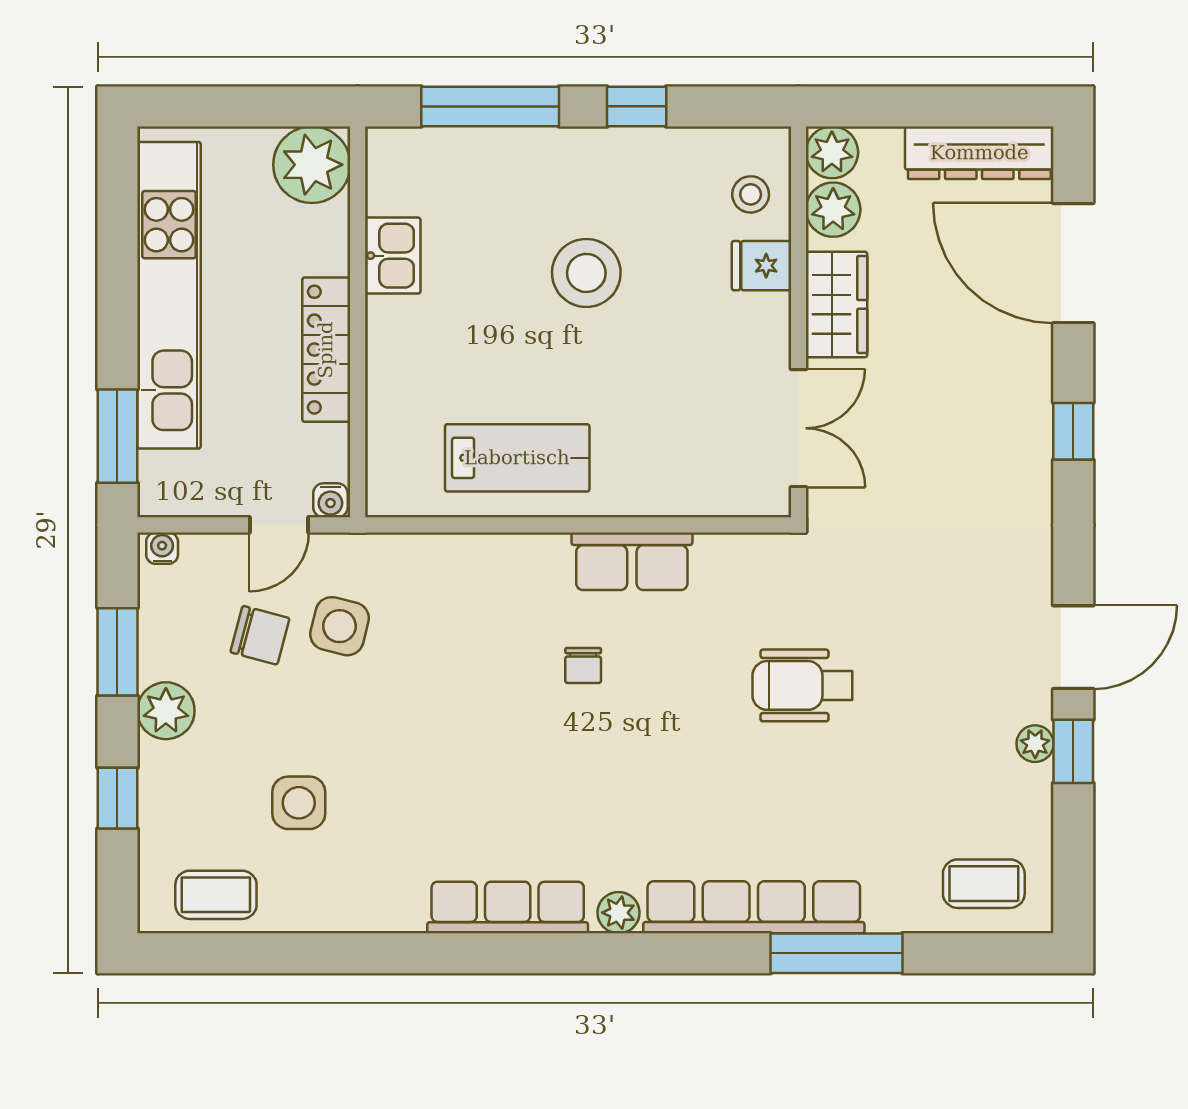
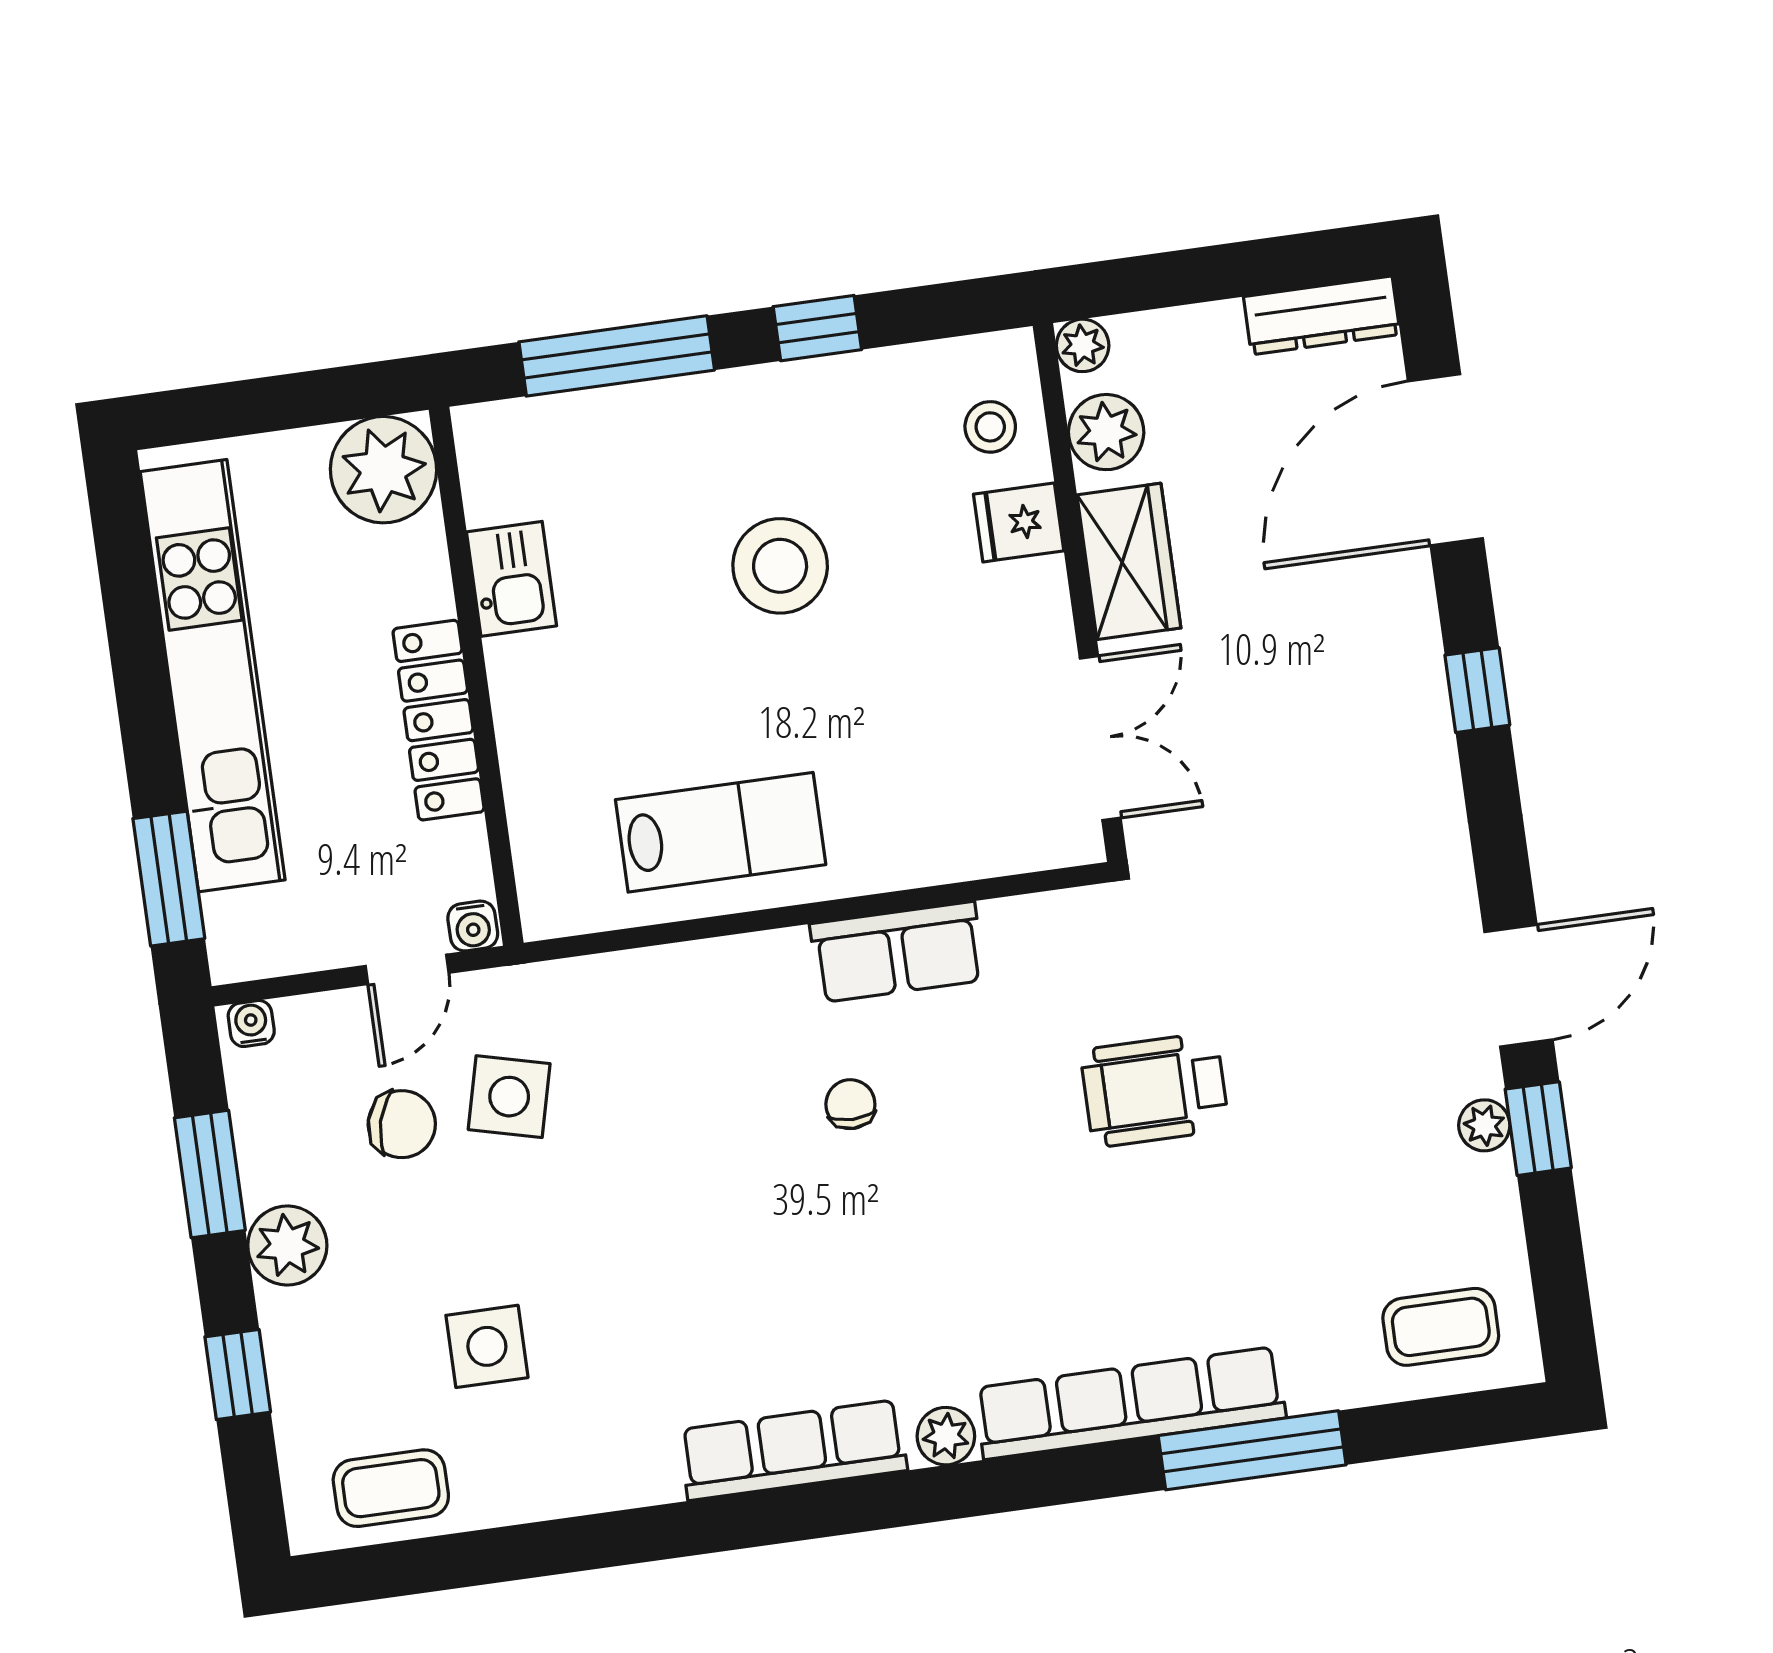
plant: (832, 152) -> (1083, 345), width x0.73, depth x0.73
dresser: (979, 153) -> (1322, 315), width x0.73, depth x0.80
door: (1073, 263) -> (1445, 460), hinge flipped
chair: (583, 665) -> (850, 1104), turned 180

